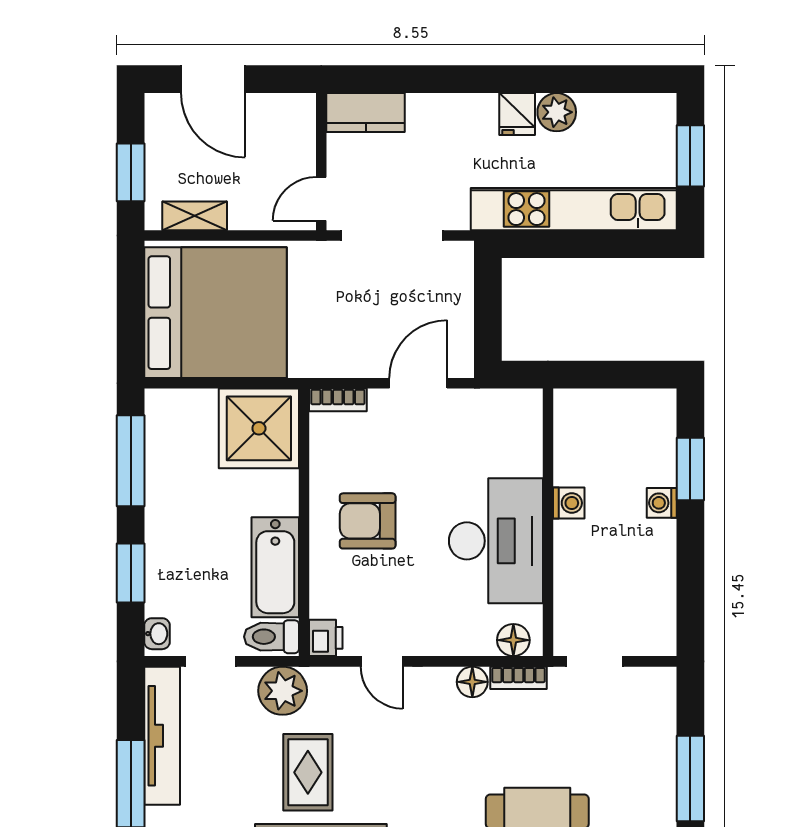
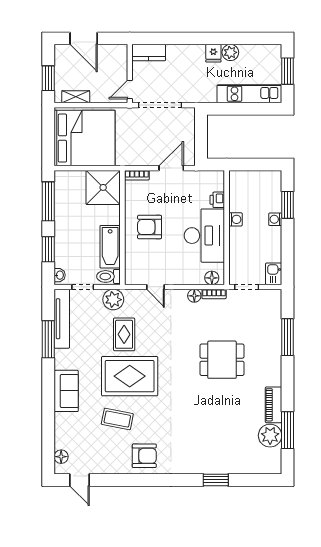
kitchen unit: (574, 209) -> (249, 94), width x0.73
kitchen sink: (658, 631) -> (274, 274), added
printer: (326, 638) -> (217, 200), moved, turned 180

